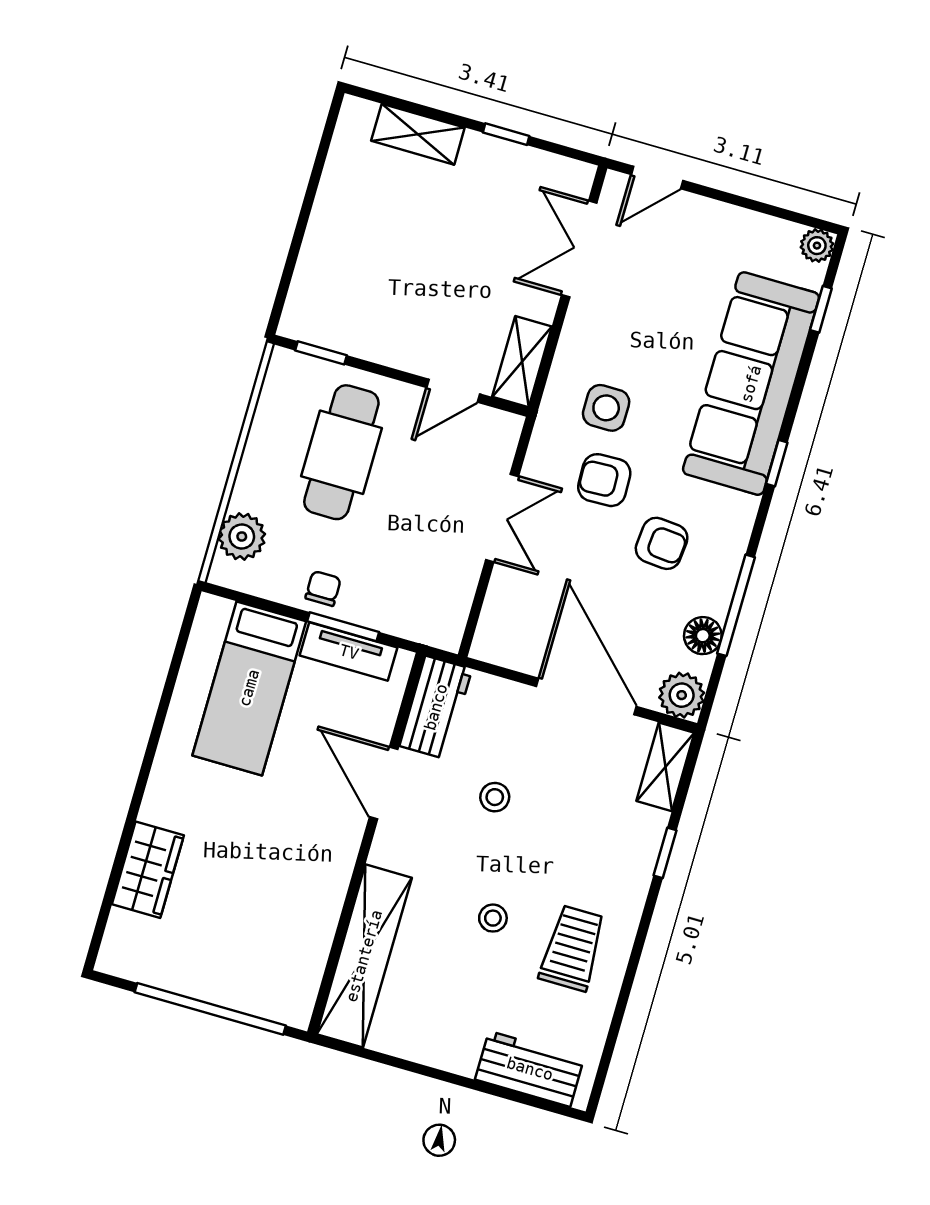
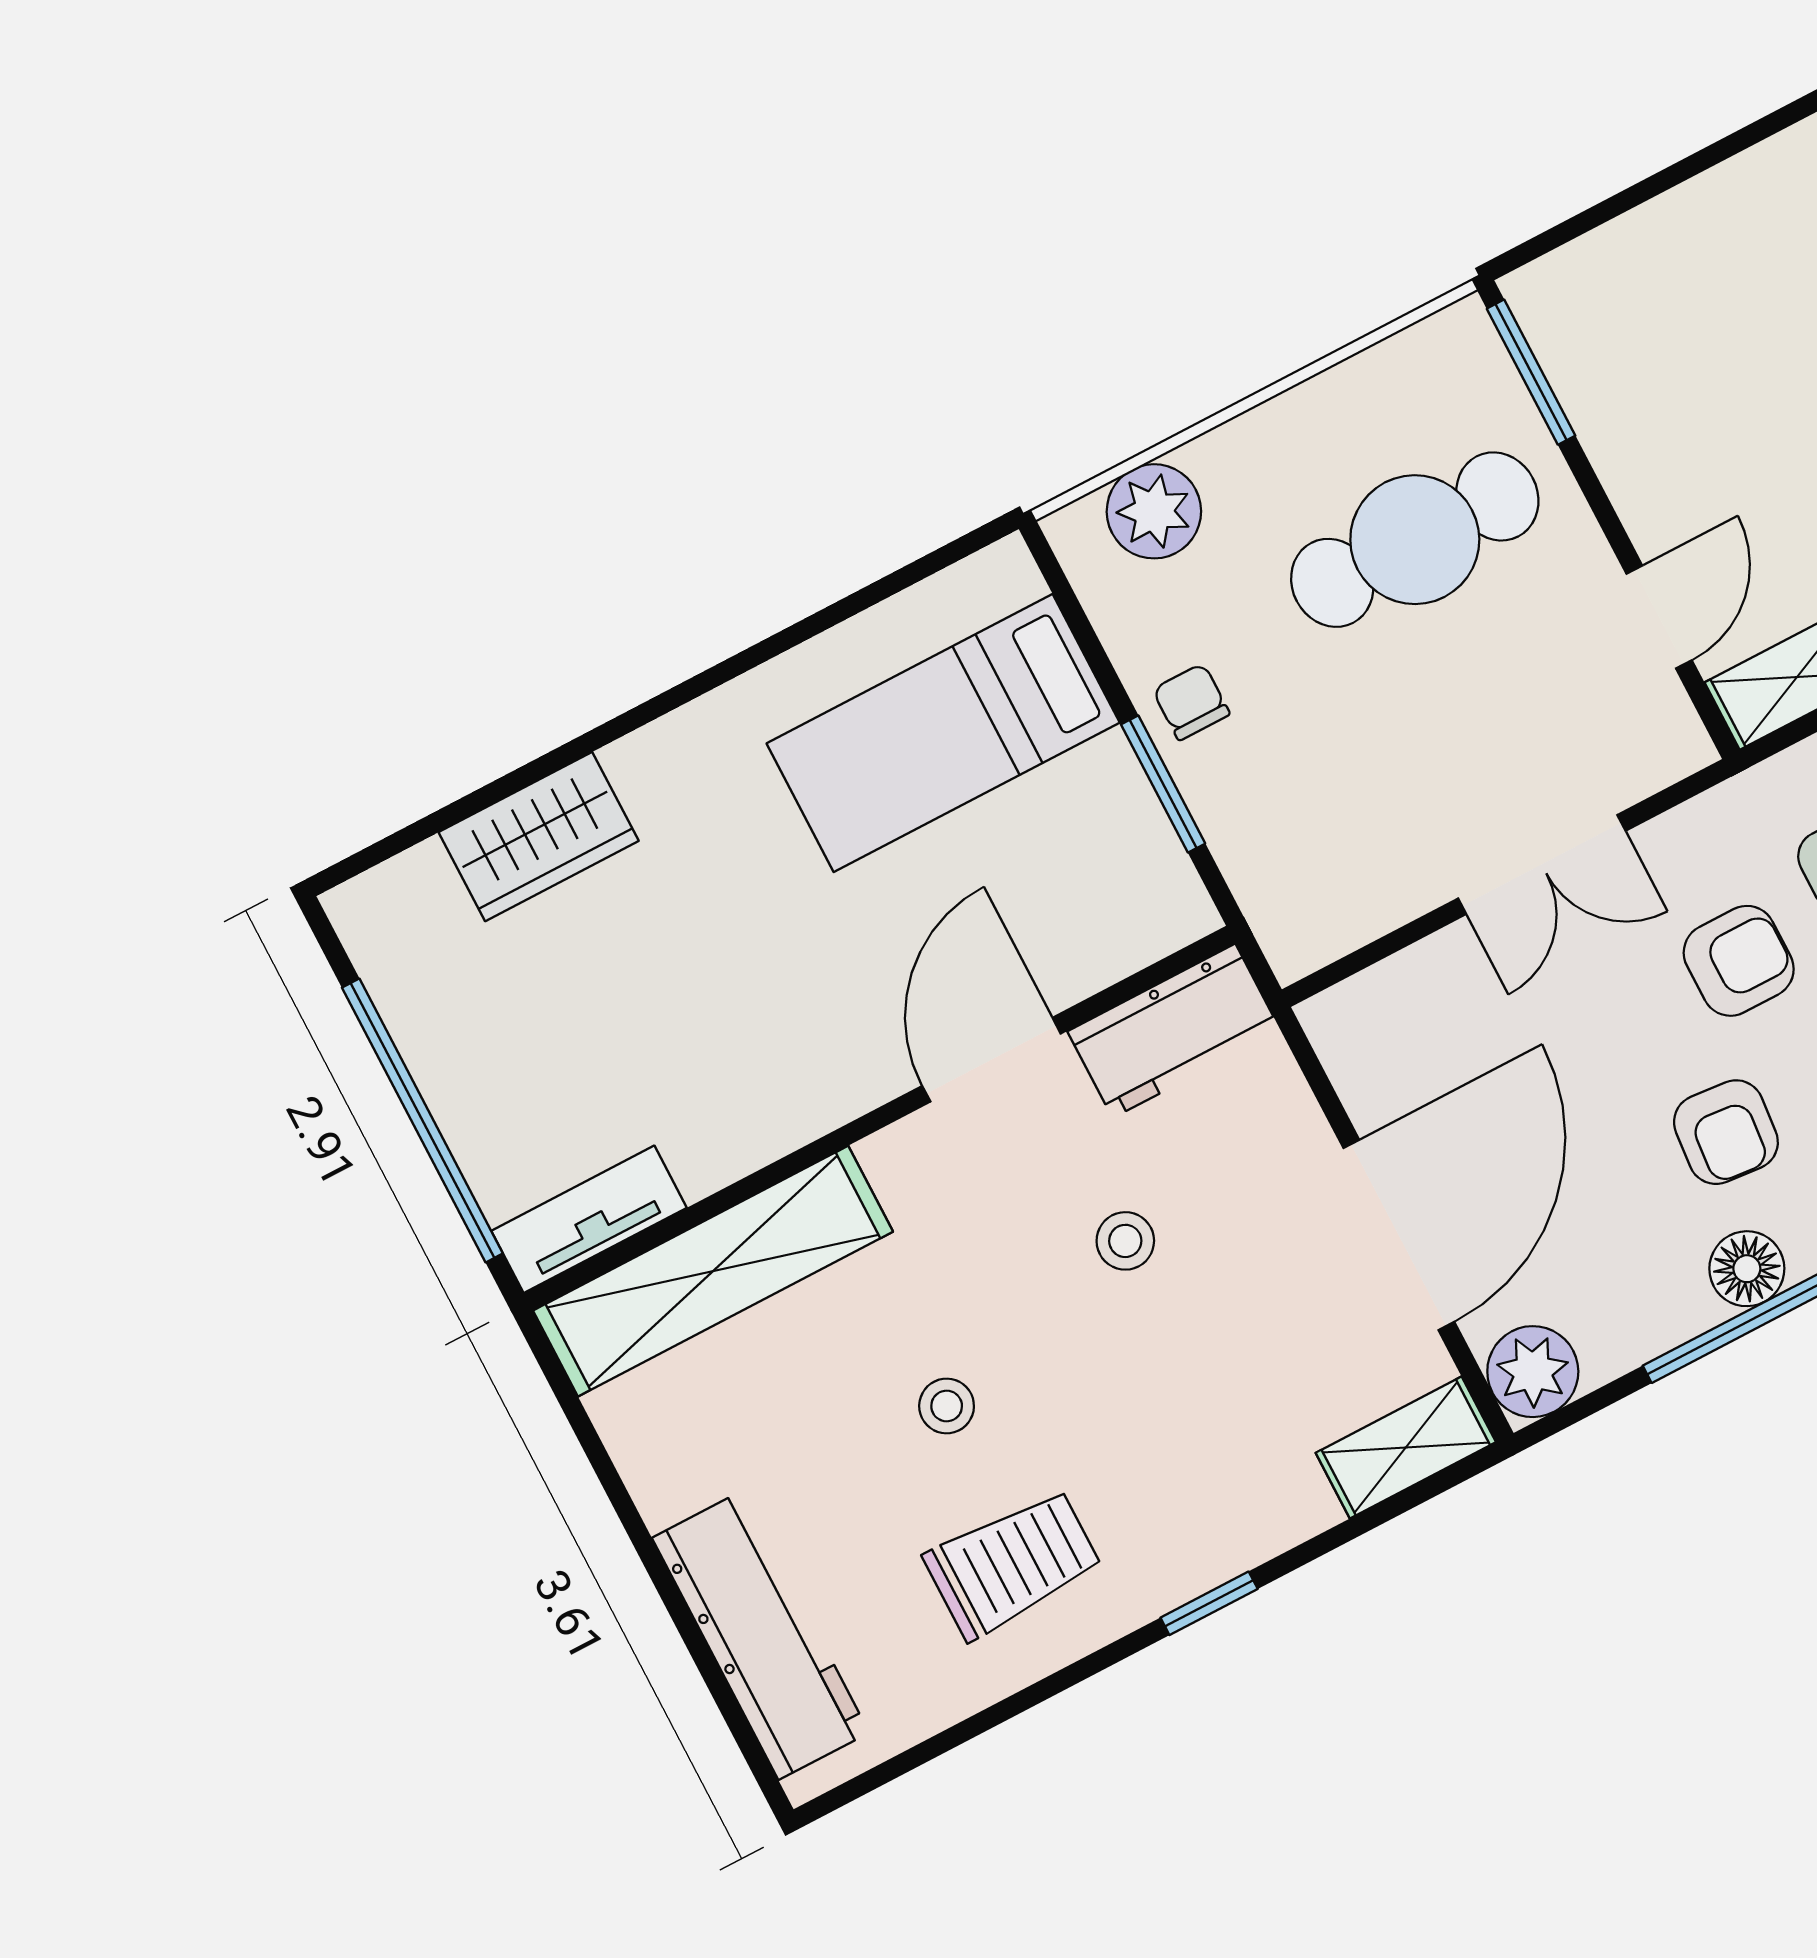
window: (321, 353) -> (1531, 372), width x1.50
door: (453, 391) -> (1659, 617), swing flipped
armchair: (604, 480) -> (1739, 961), turned 92
chair: (323, 588) -> (1191, 702), turned -90
floor lamp: (703, 636) -> (1747, 1269), moved
tv unit: (349, 652) -> (589, 1219), moved, turned 90
window: (665, 853) -> (1209, 1603), moved
workbench: (530, 1069) -> (761, 1635), width x1.38

